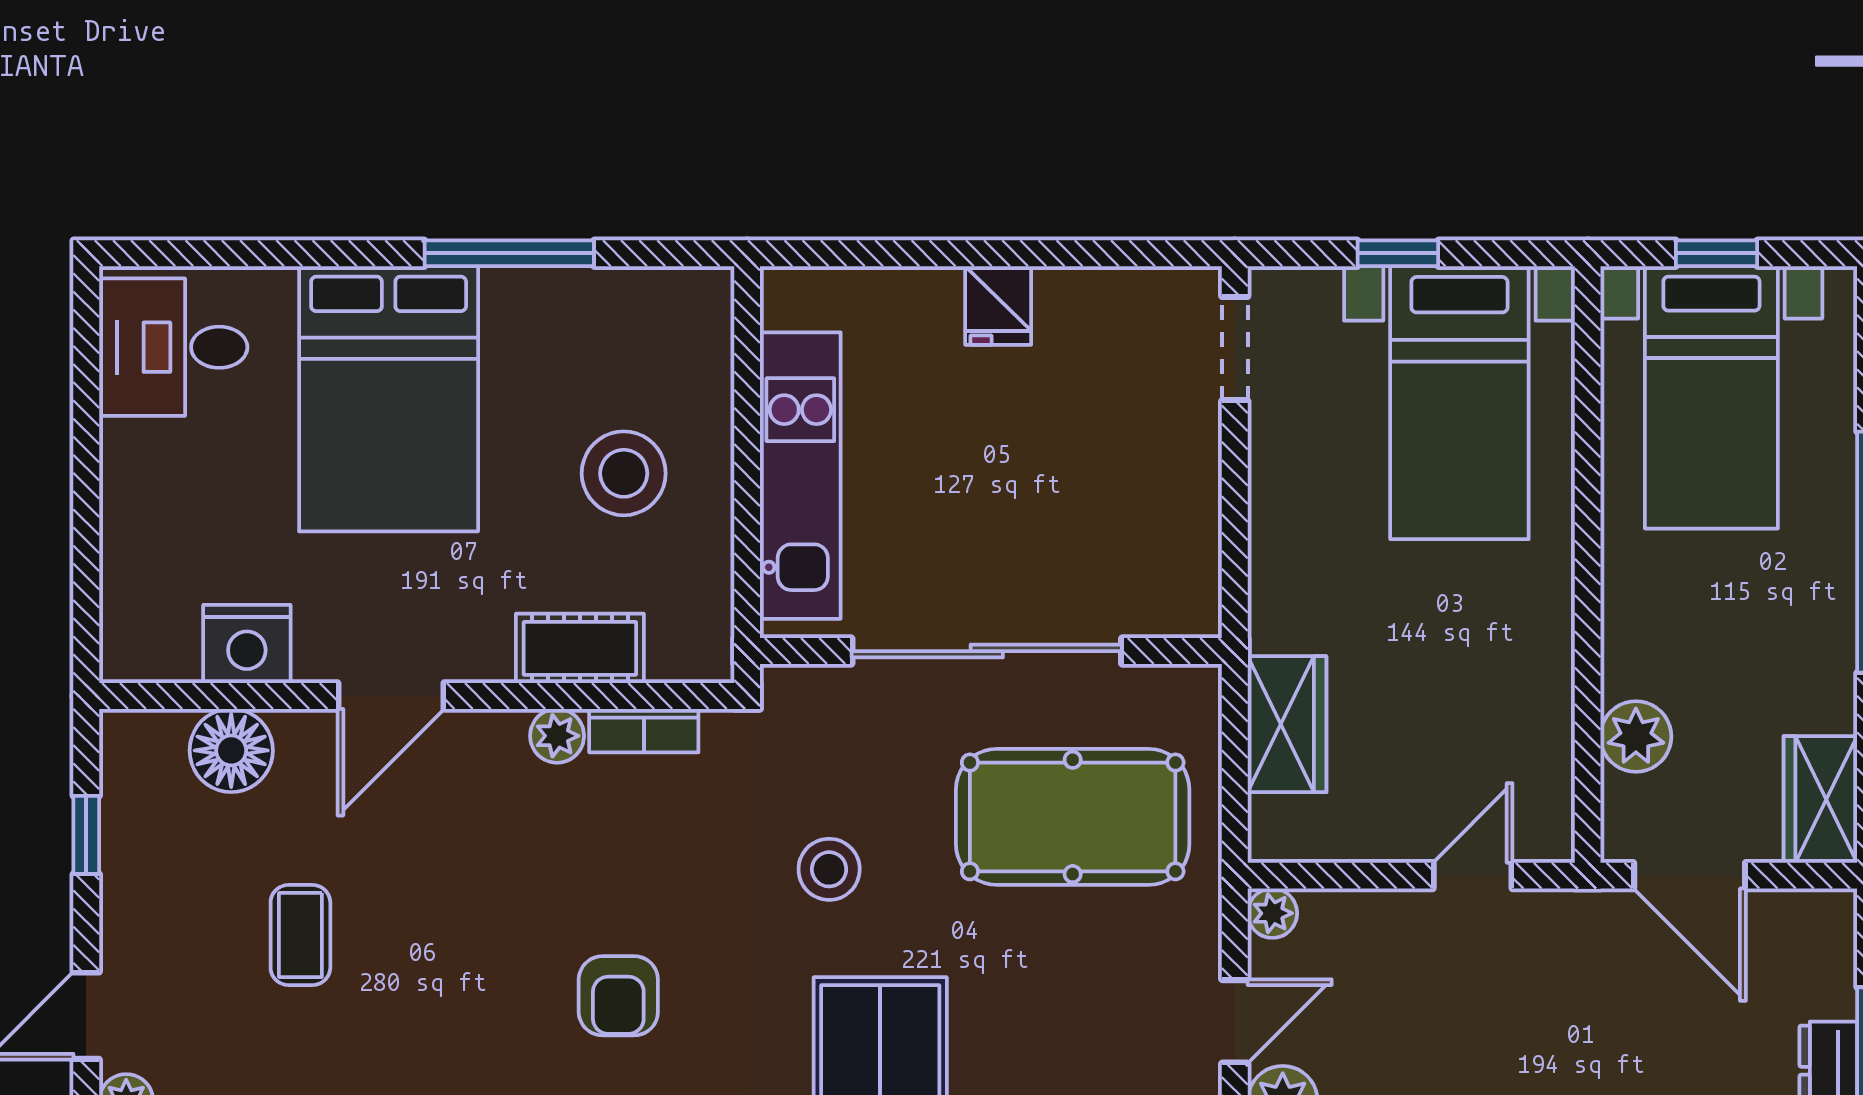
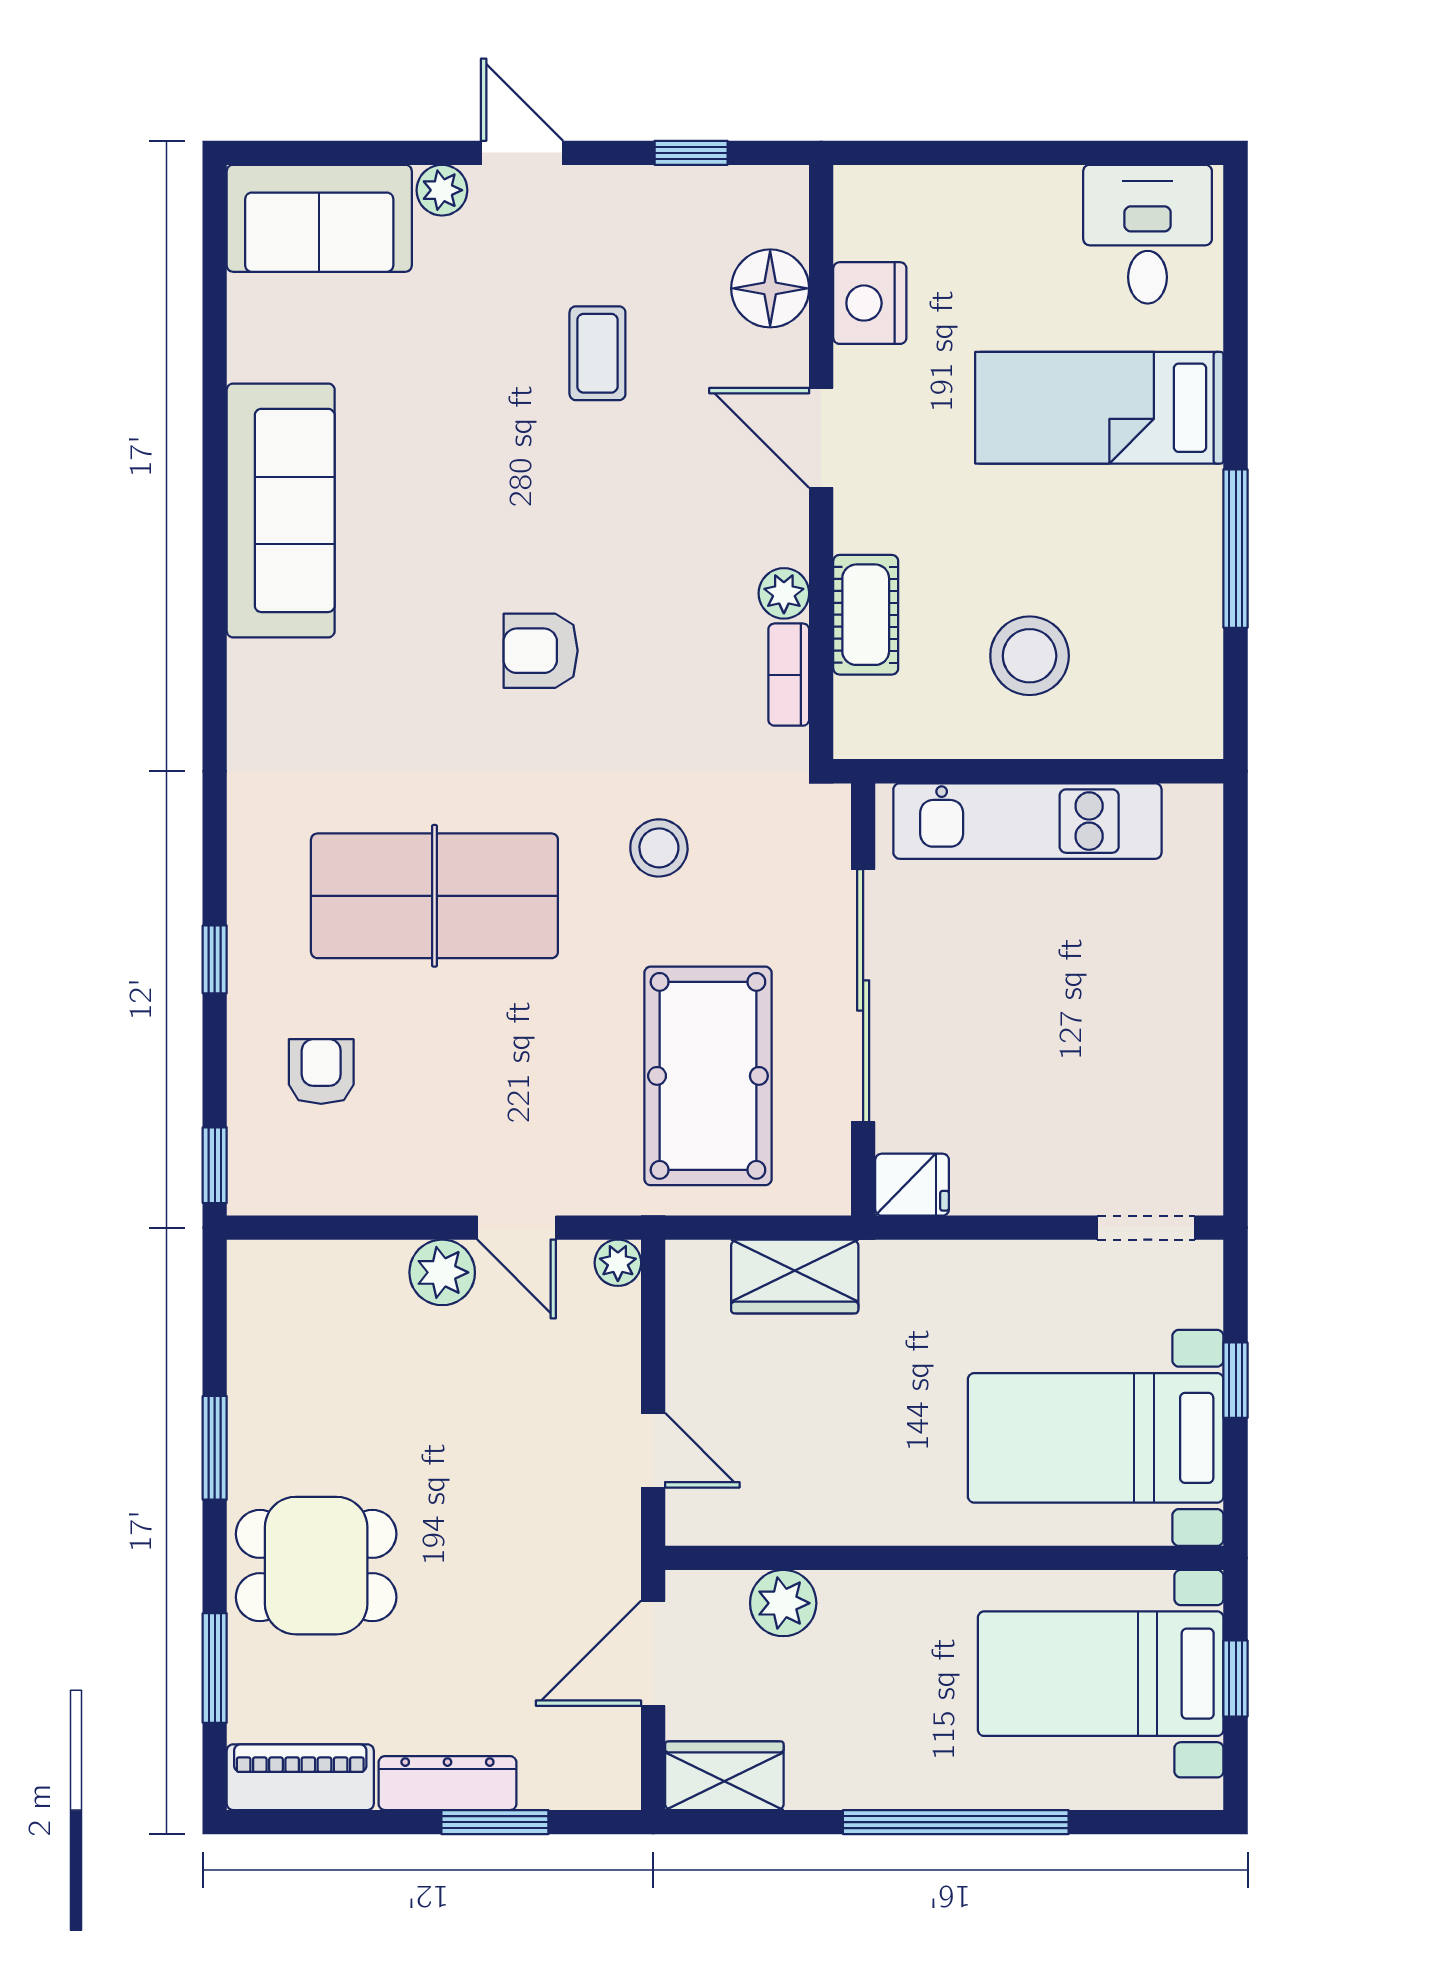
fridge: (998, 305) -> (912, 1185), moved, turned 180
bed: (389, 399) -> (1099, 408), width x0.67
coffee table: (300, 935) -> (597, 353), turned 90

